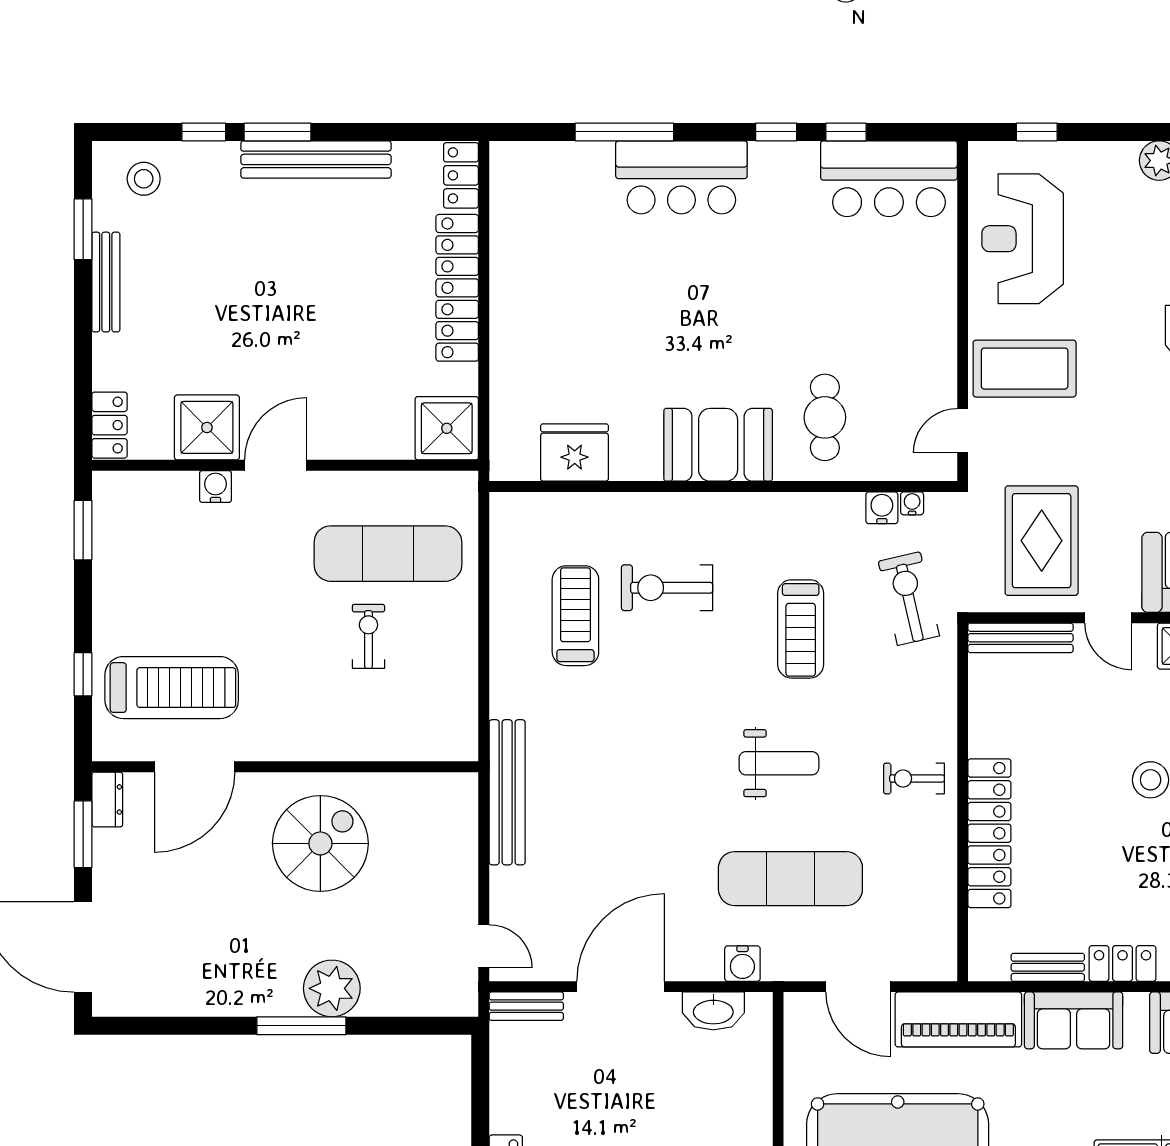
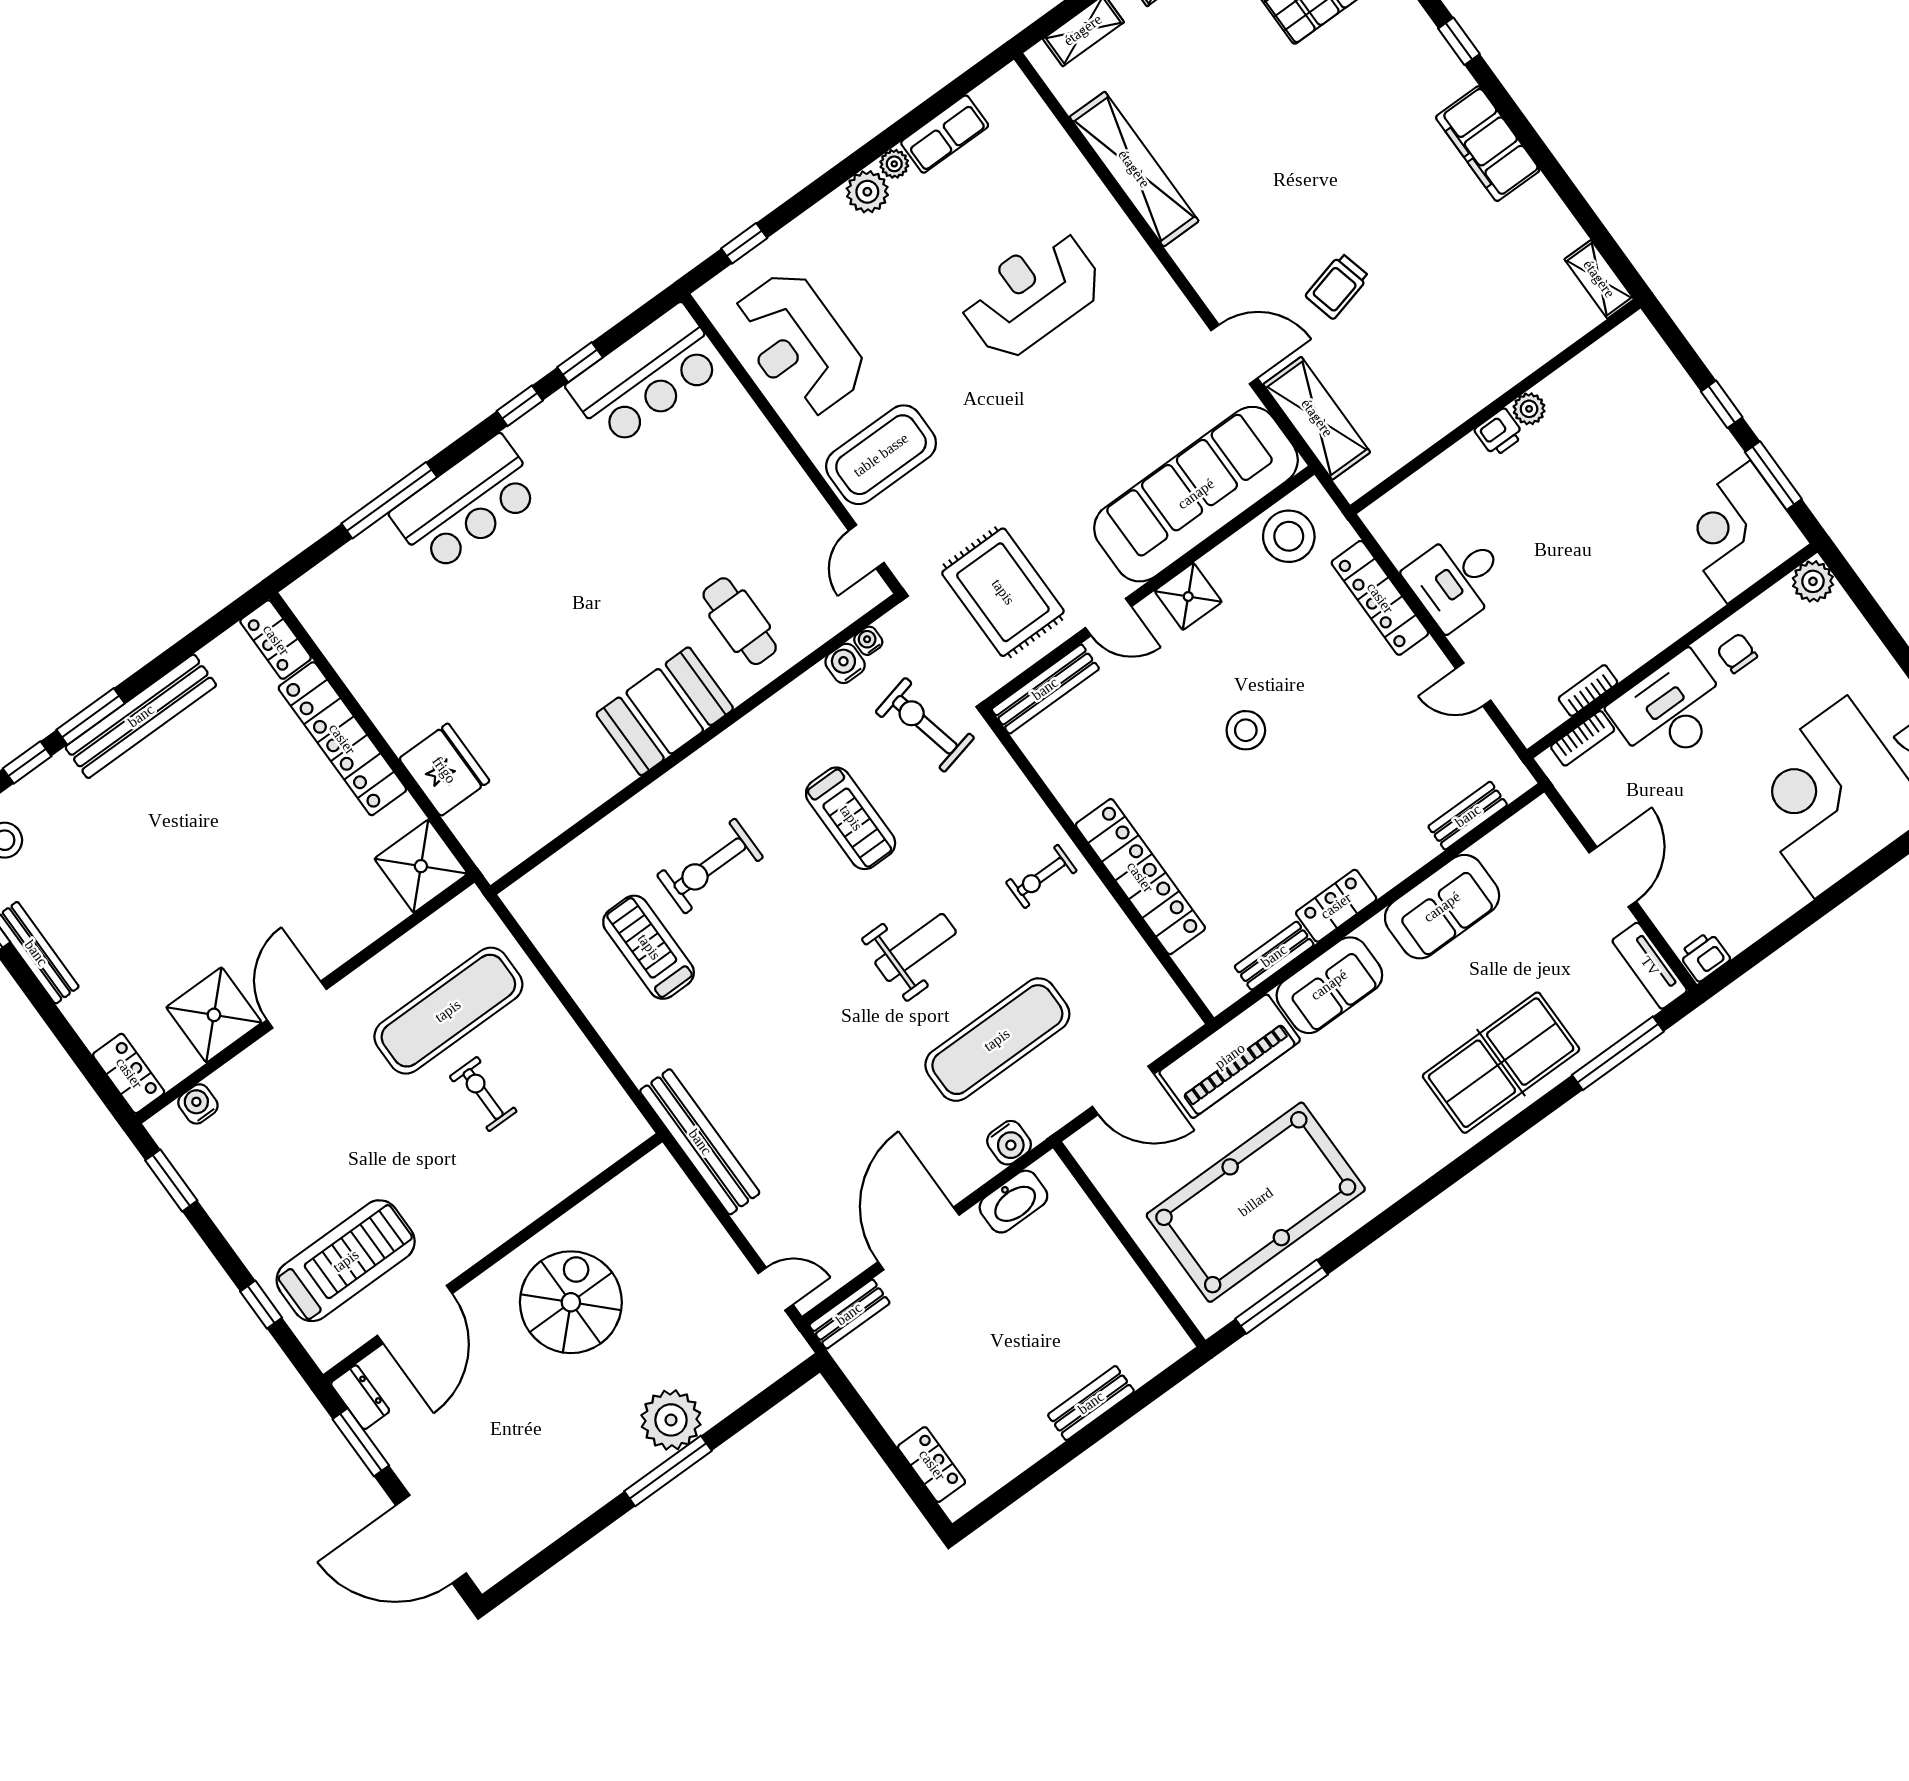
fridge: (575, 453) -> (444, 770), moved, turned 90
water cooler: (215, 487) -> (198, 1104), moved

